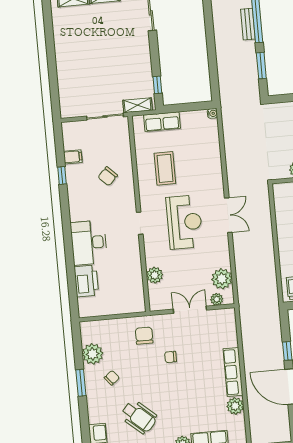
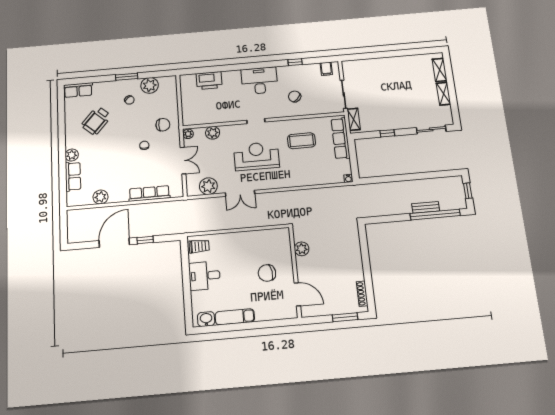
window: (261, 66) -> (390, 218), removed
window: (157, 85) -> (387, 133), moved
row of seats: (162, 122) -> (340, 138), width x1.48
filing cabinet: (73, 157) -> (326, 69), moved
double door: (228, 215) -> (240, 193), moved
reception desk: (184, 222) -> (257, 156), turned 180
desk: (89, 243) -> (259, 81), moved
plant: (217, 299) -> (188, 134), moved
row of seats: (233, 372) -> (149, 193), moved

